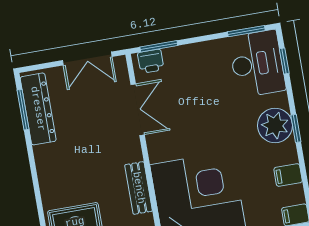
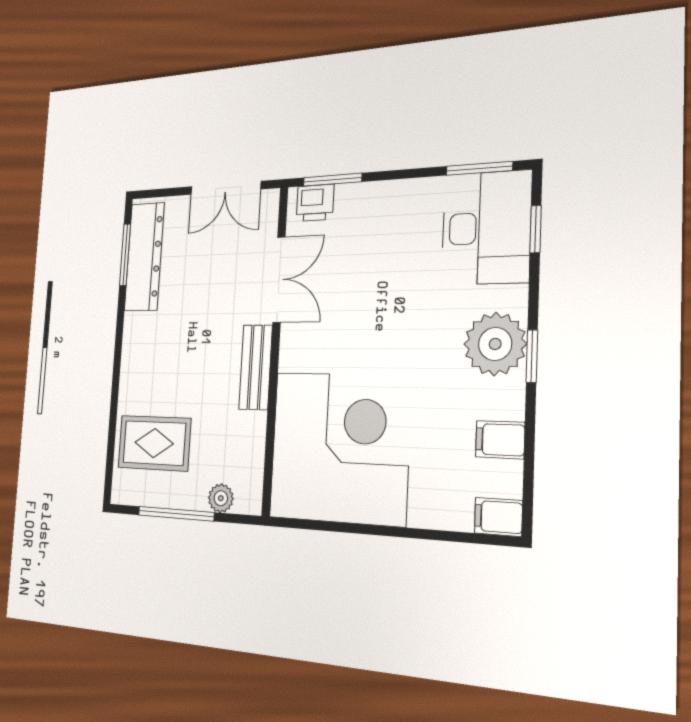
bench: (139, 188) -> (256, 367), moved

